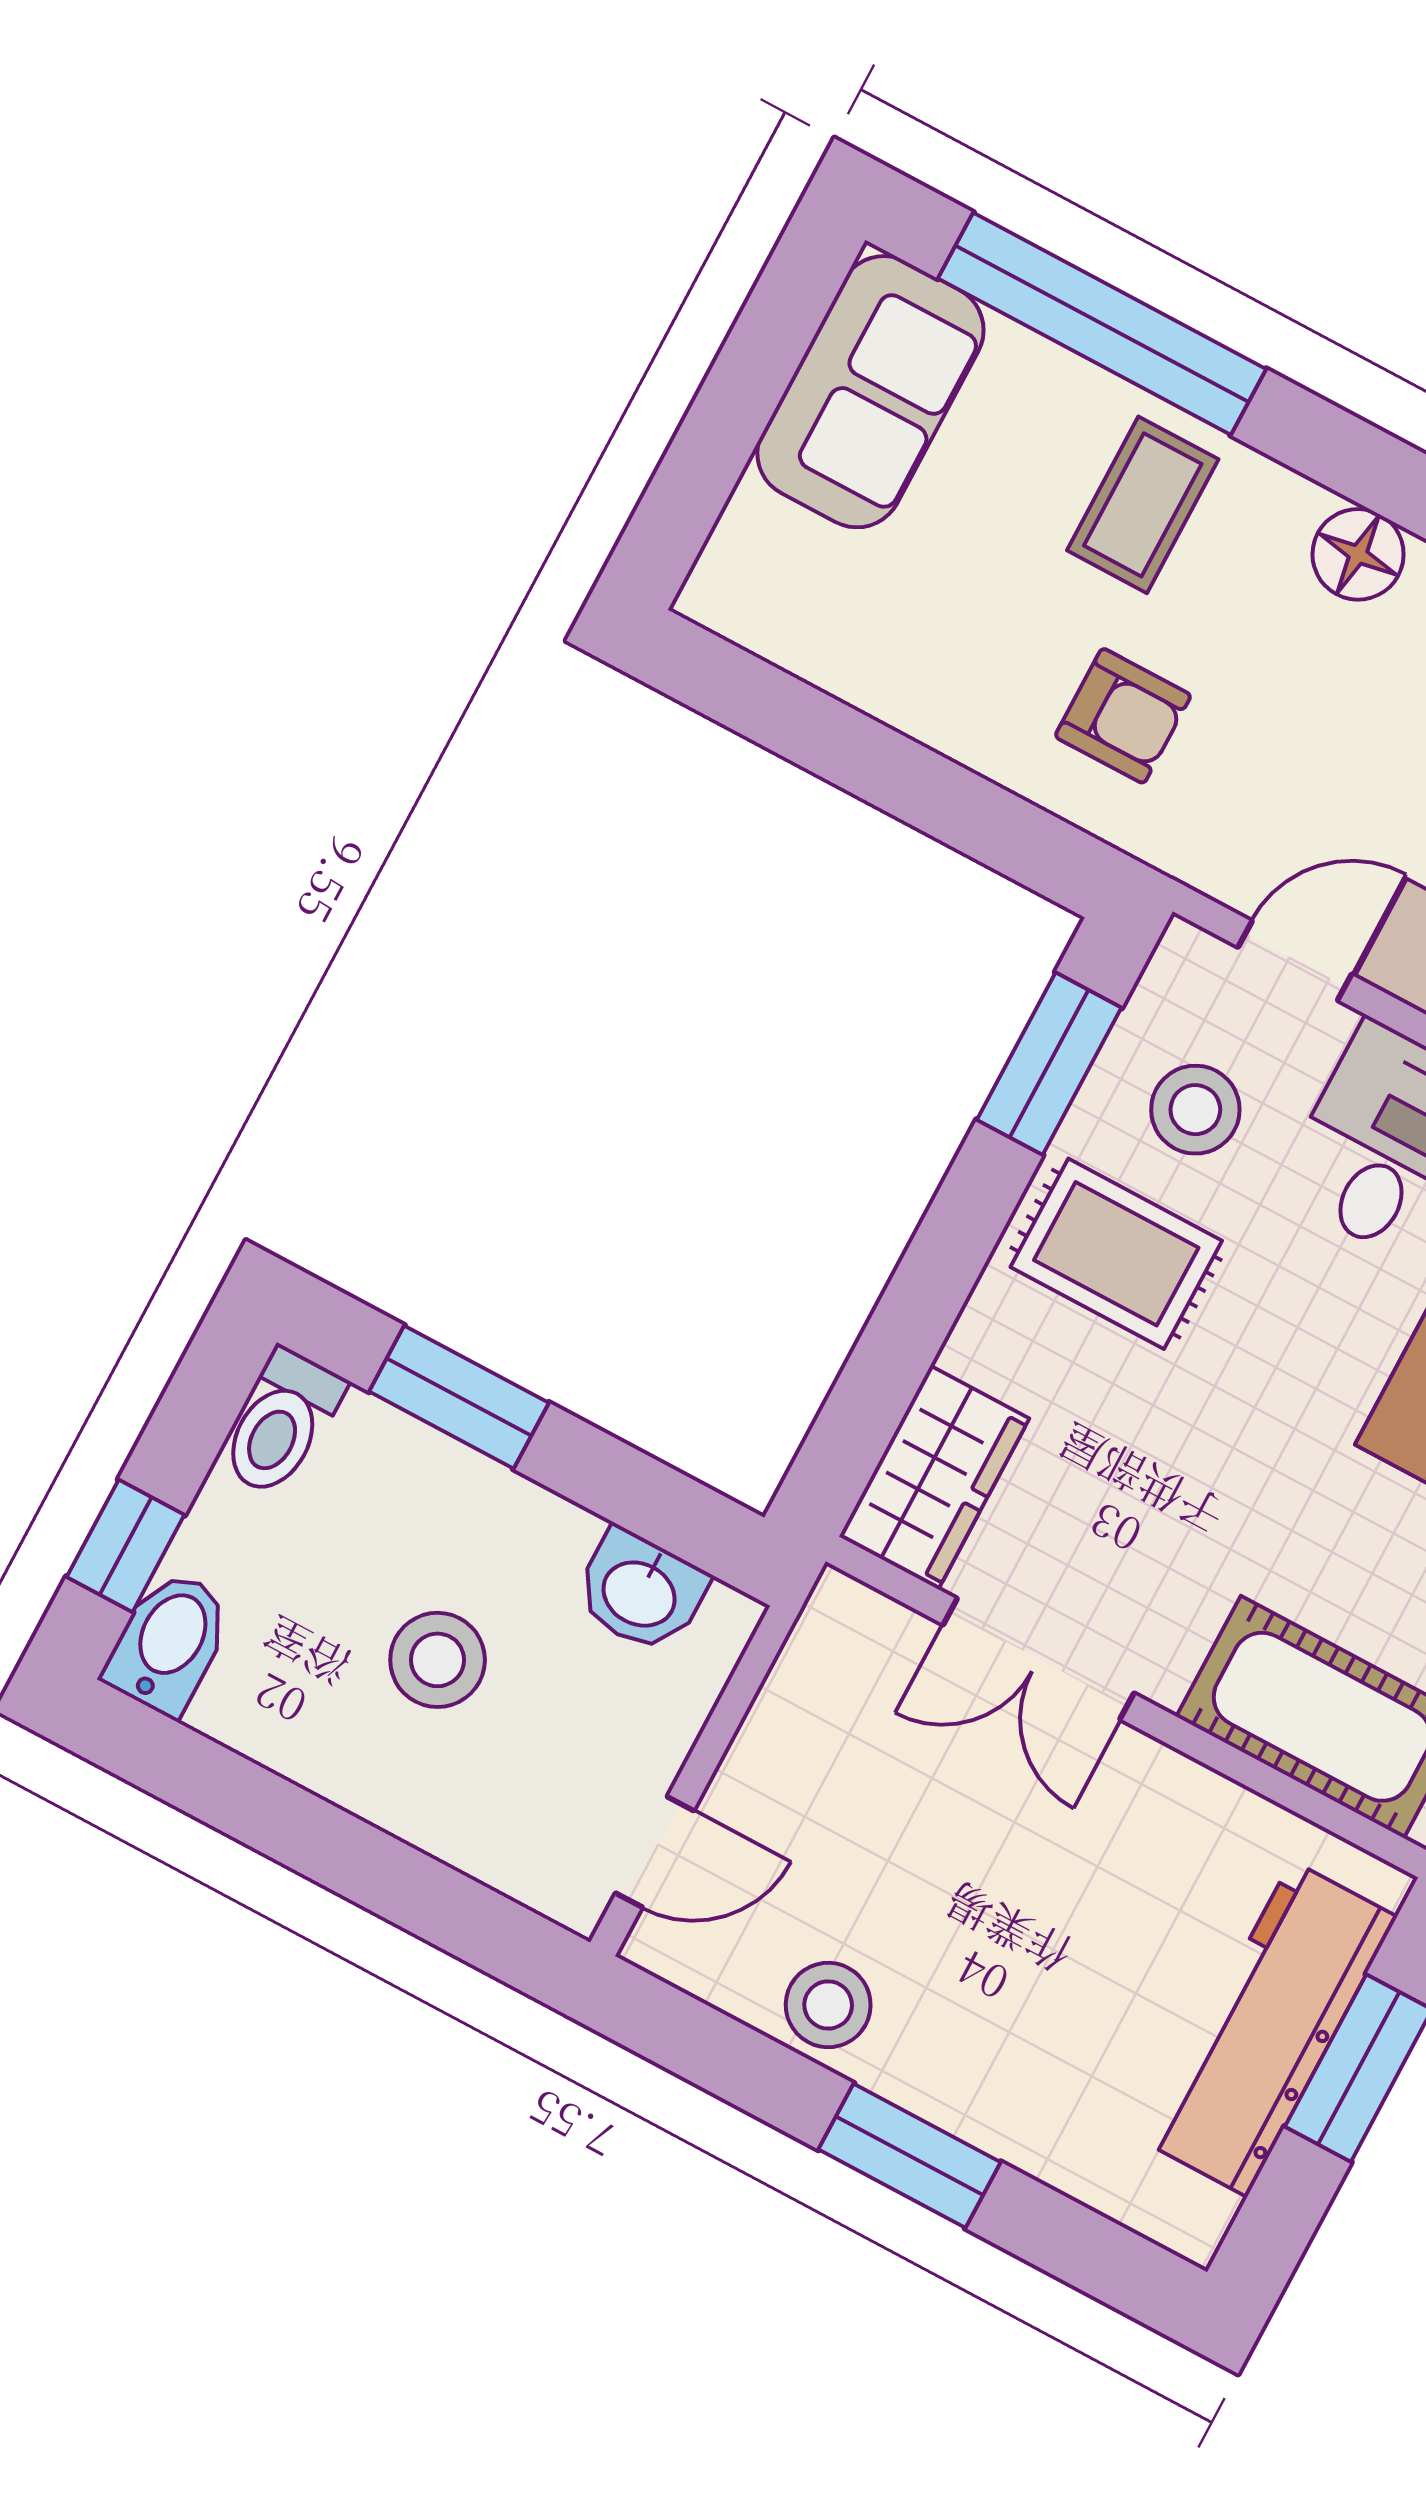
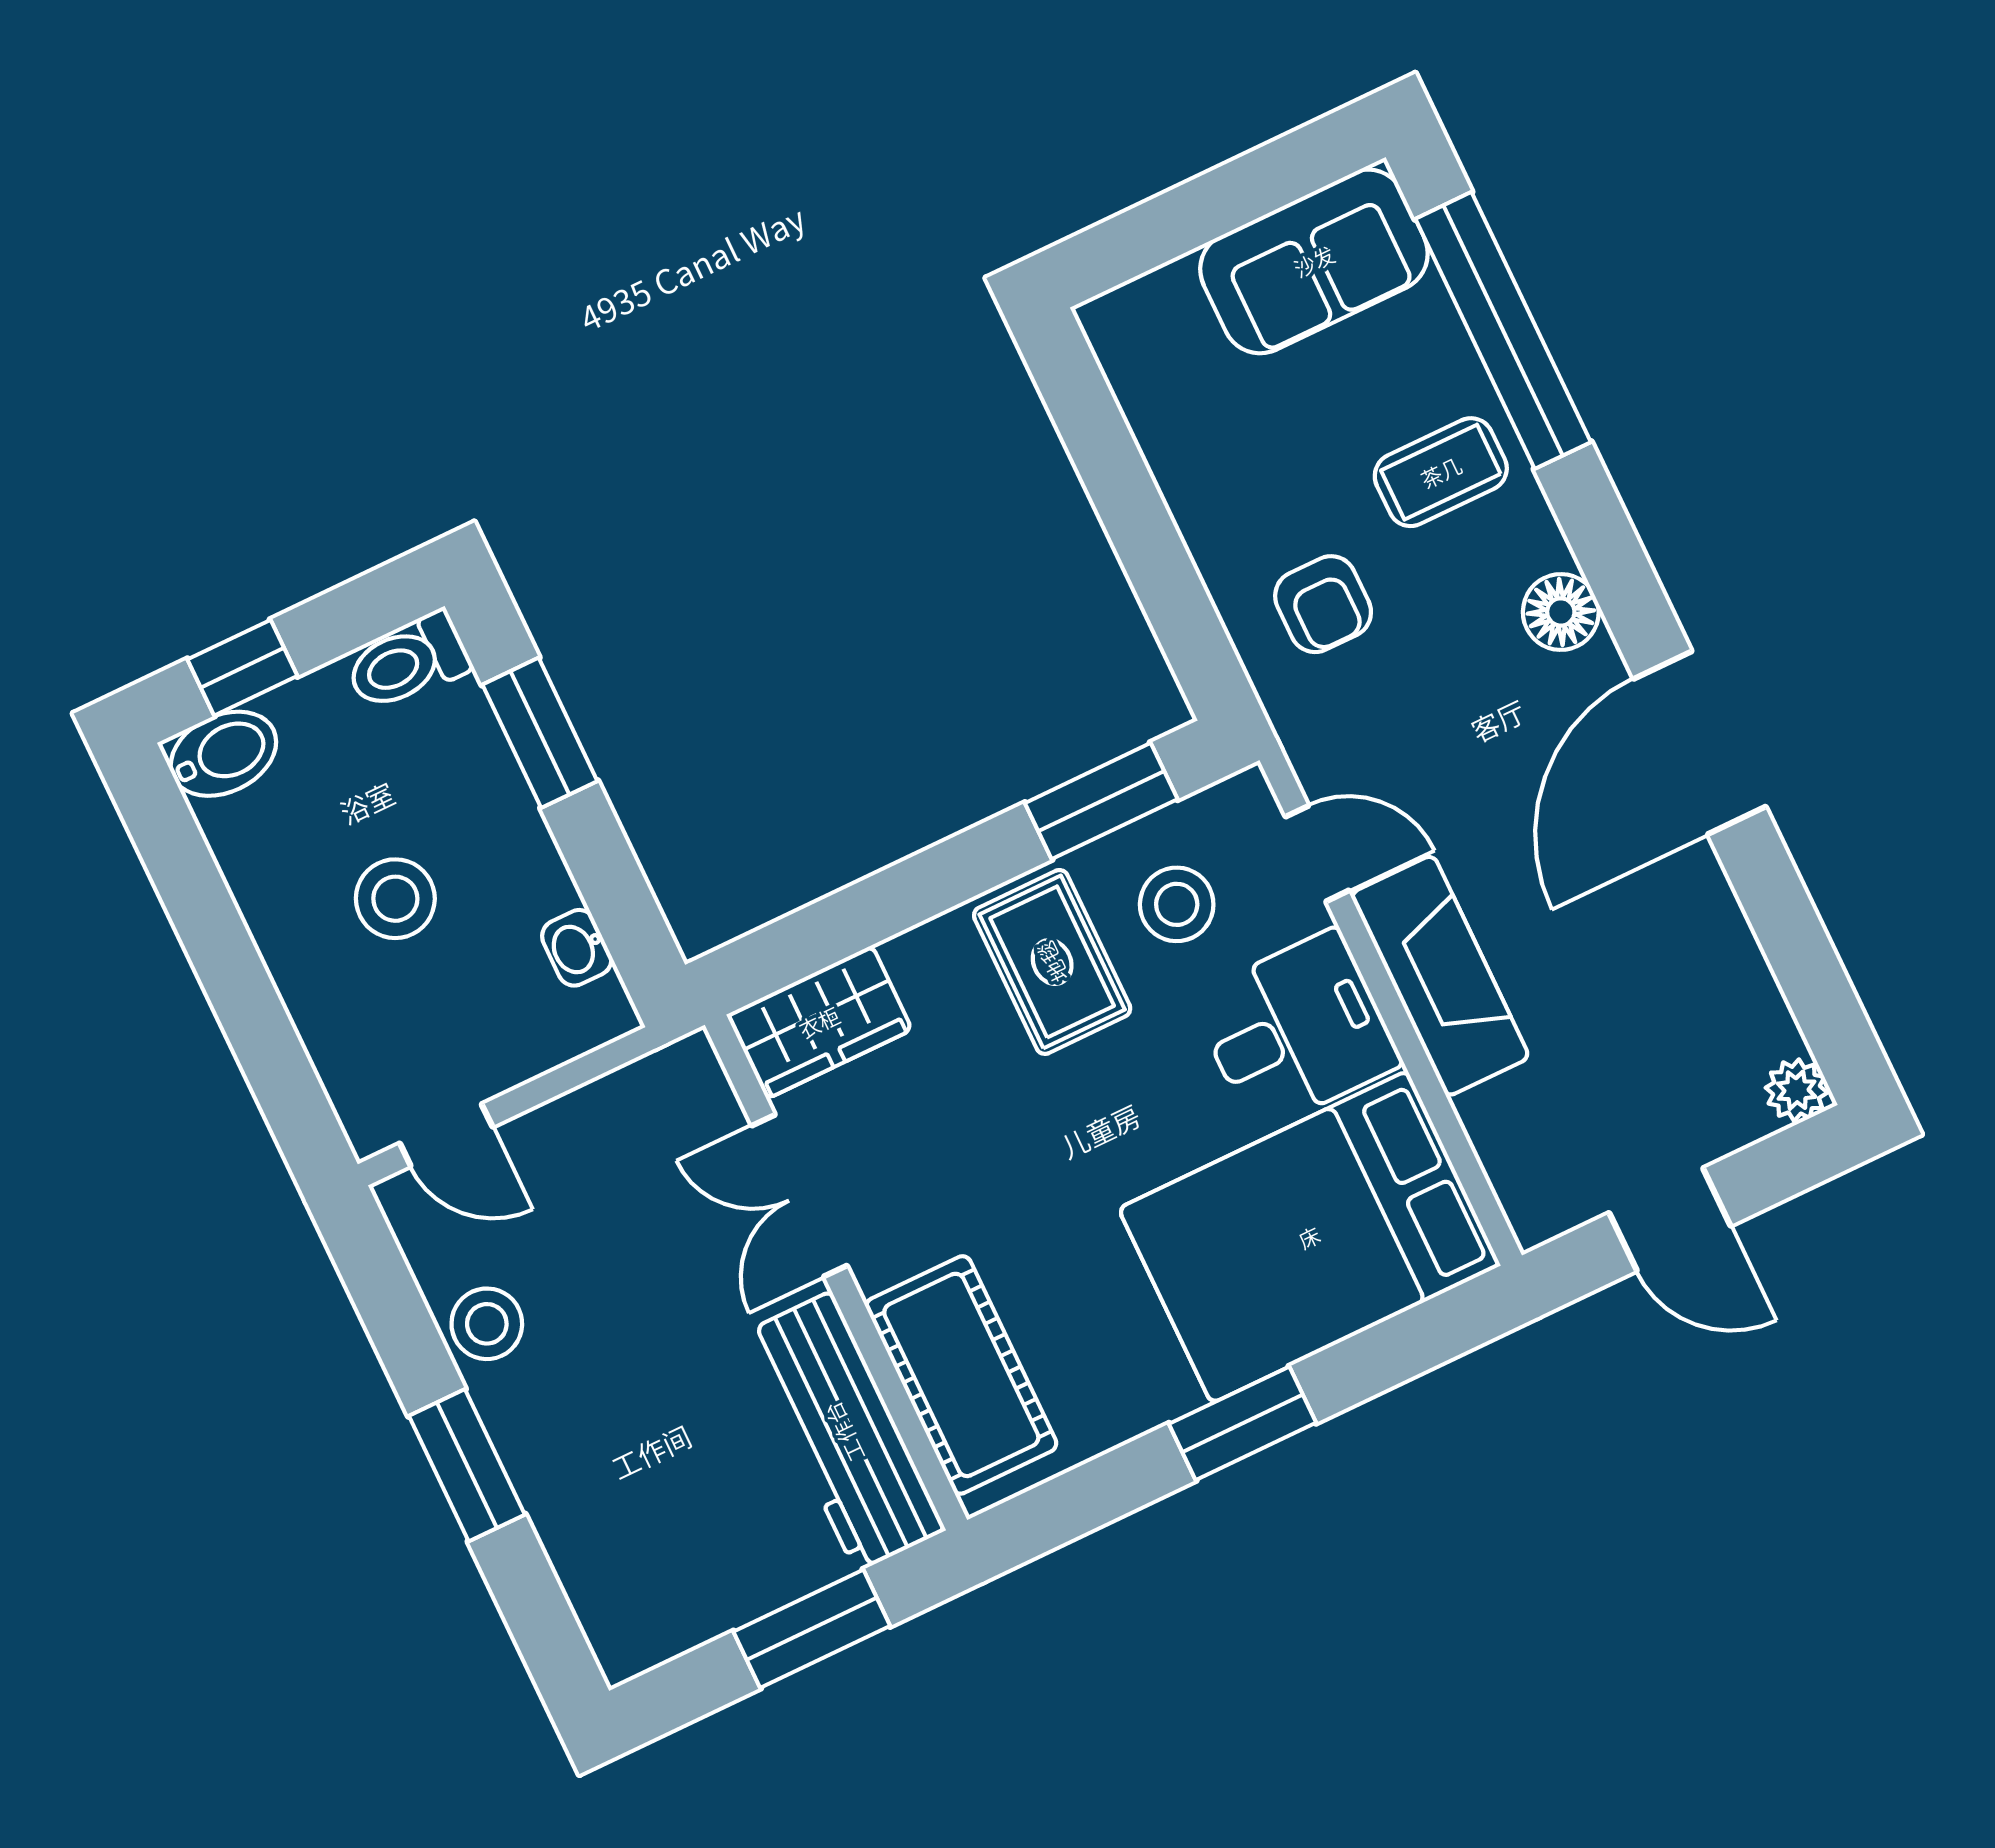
washbasin: (640, 1591) -> (577, 948), width x0.72, depth x0.69
workbench: (1269, 2029) -> (844, 1432), moved, turned -90

